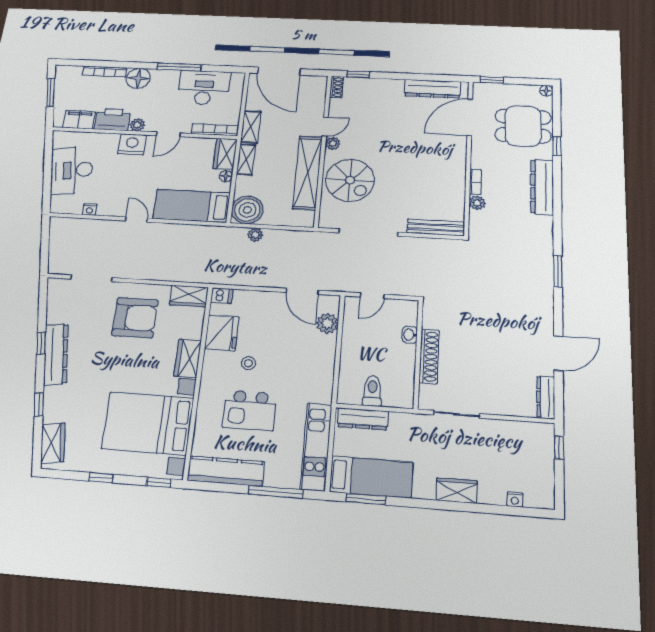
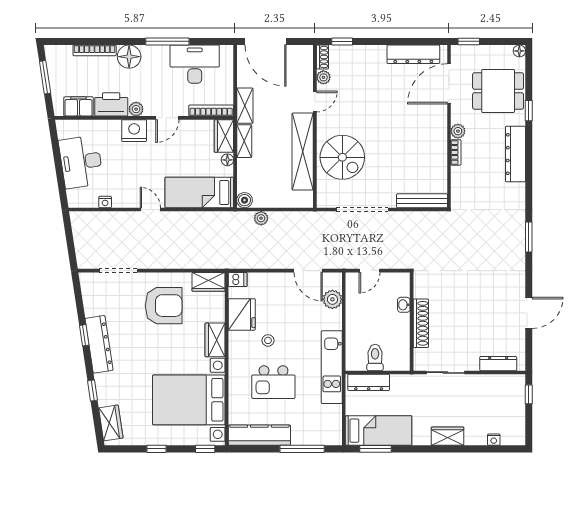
plant: (333, 143) -> (323, 77), moved
plant: (477, 203) -> (458, 131), moved
boiler: (247, 210) -> (245, 200), width x0.54, depth x0.54
dresser: (546, 397) -> (498, 364), moved, turned 90
kitchen unit: (316, 447) -> (332, 367), moved

